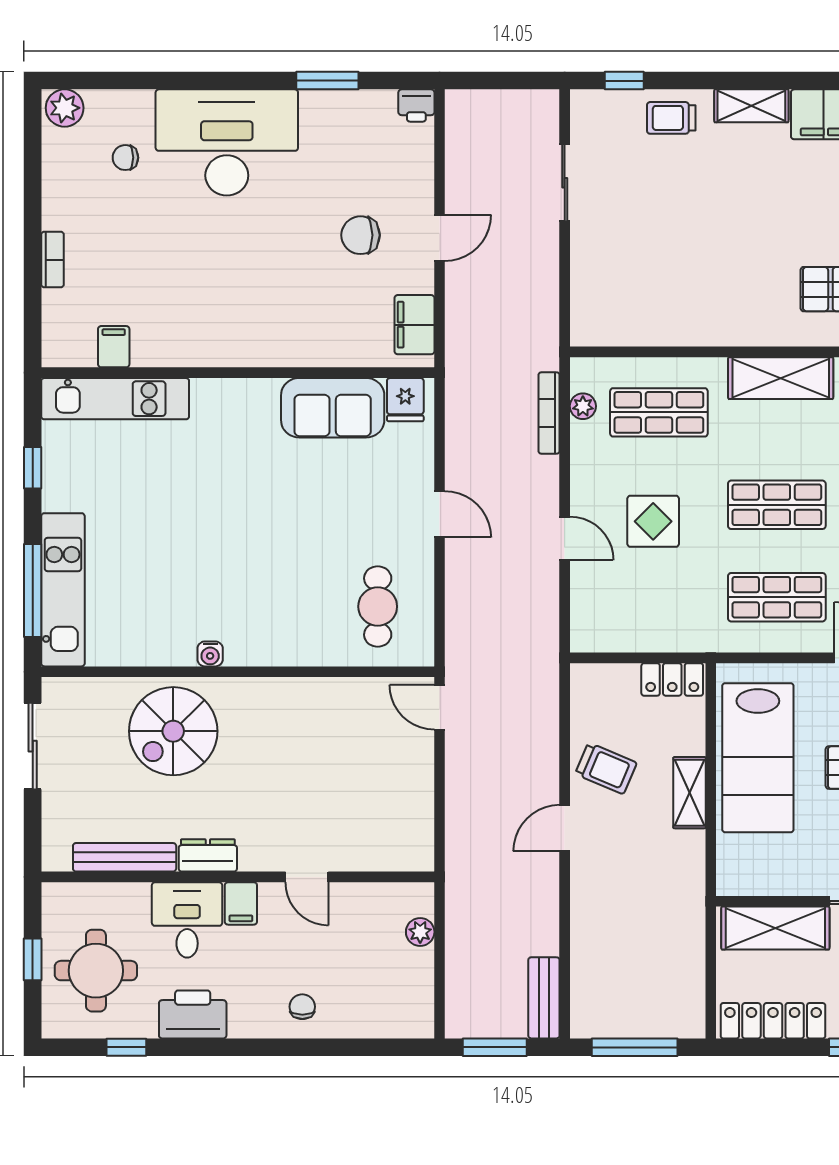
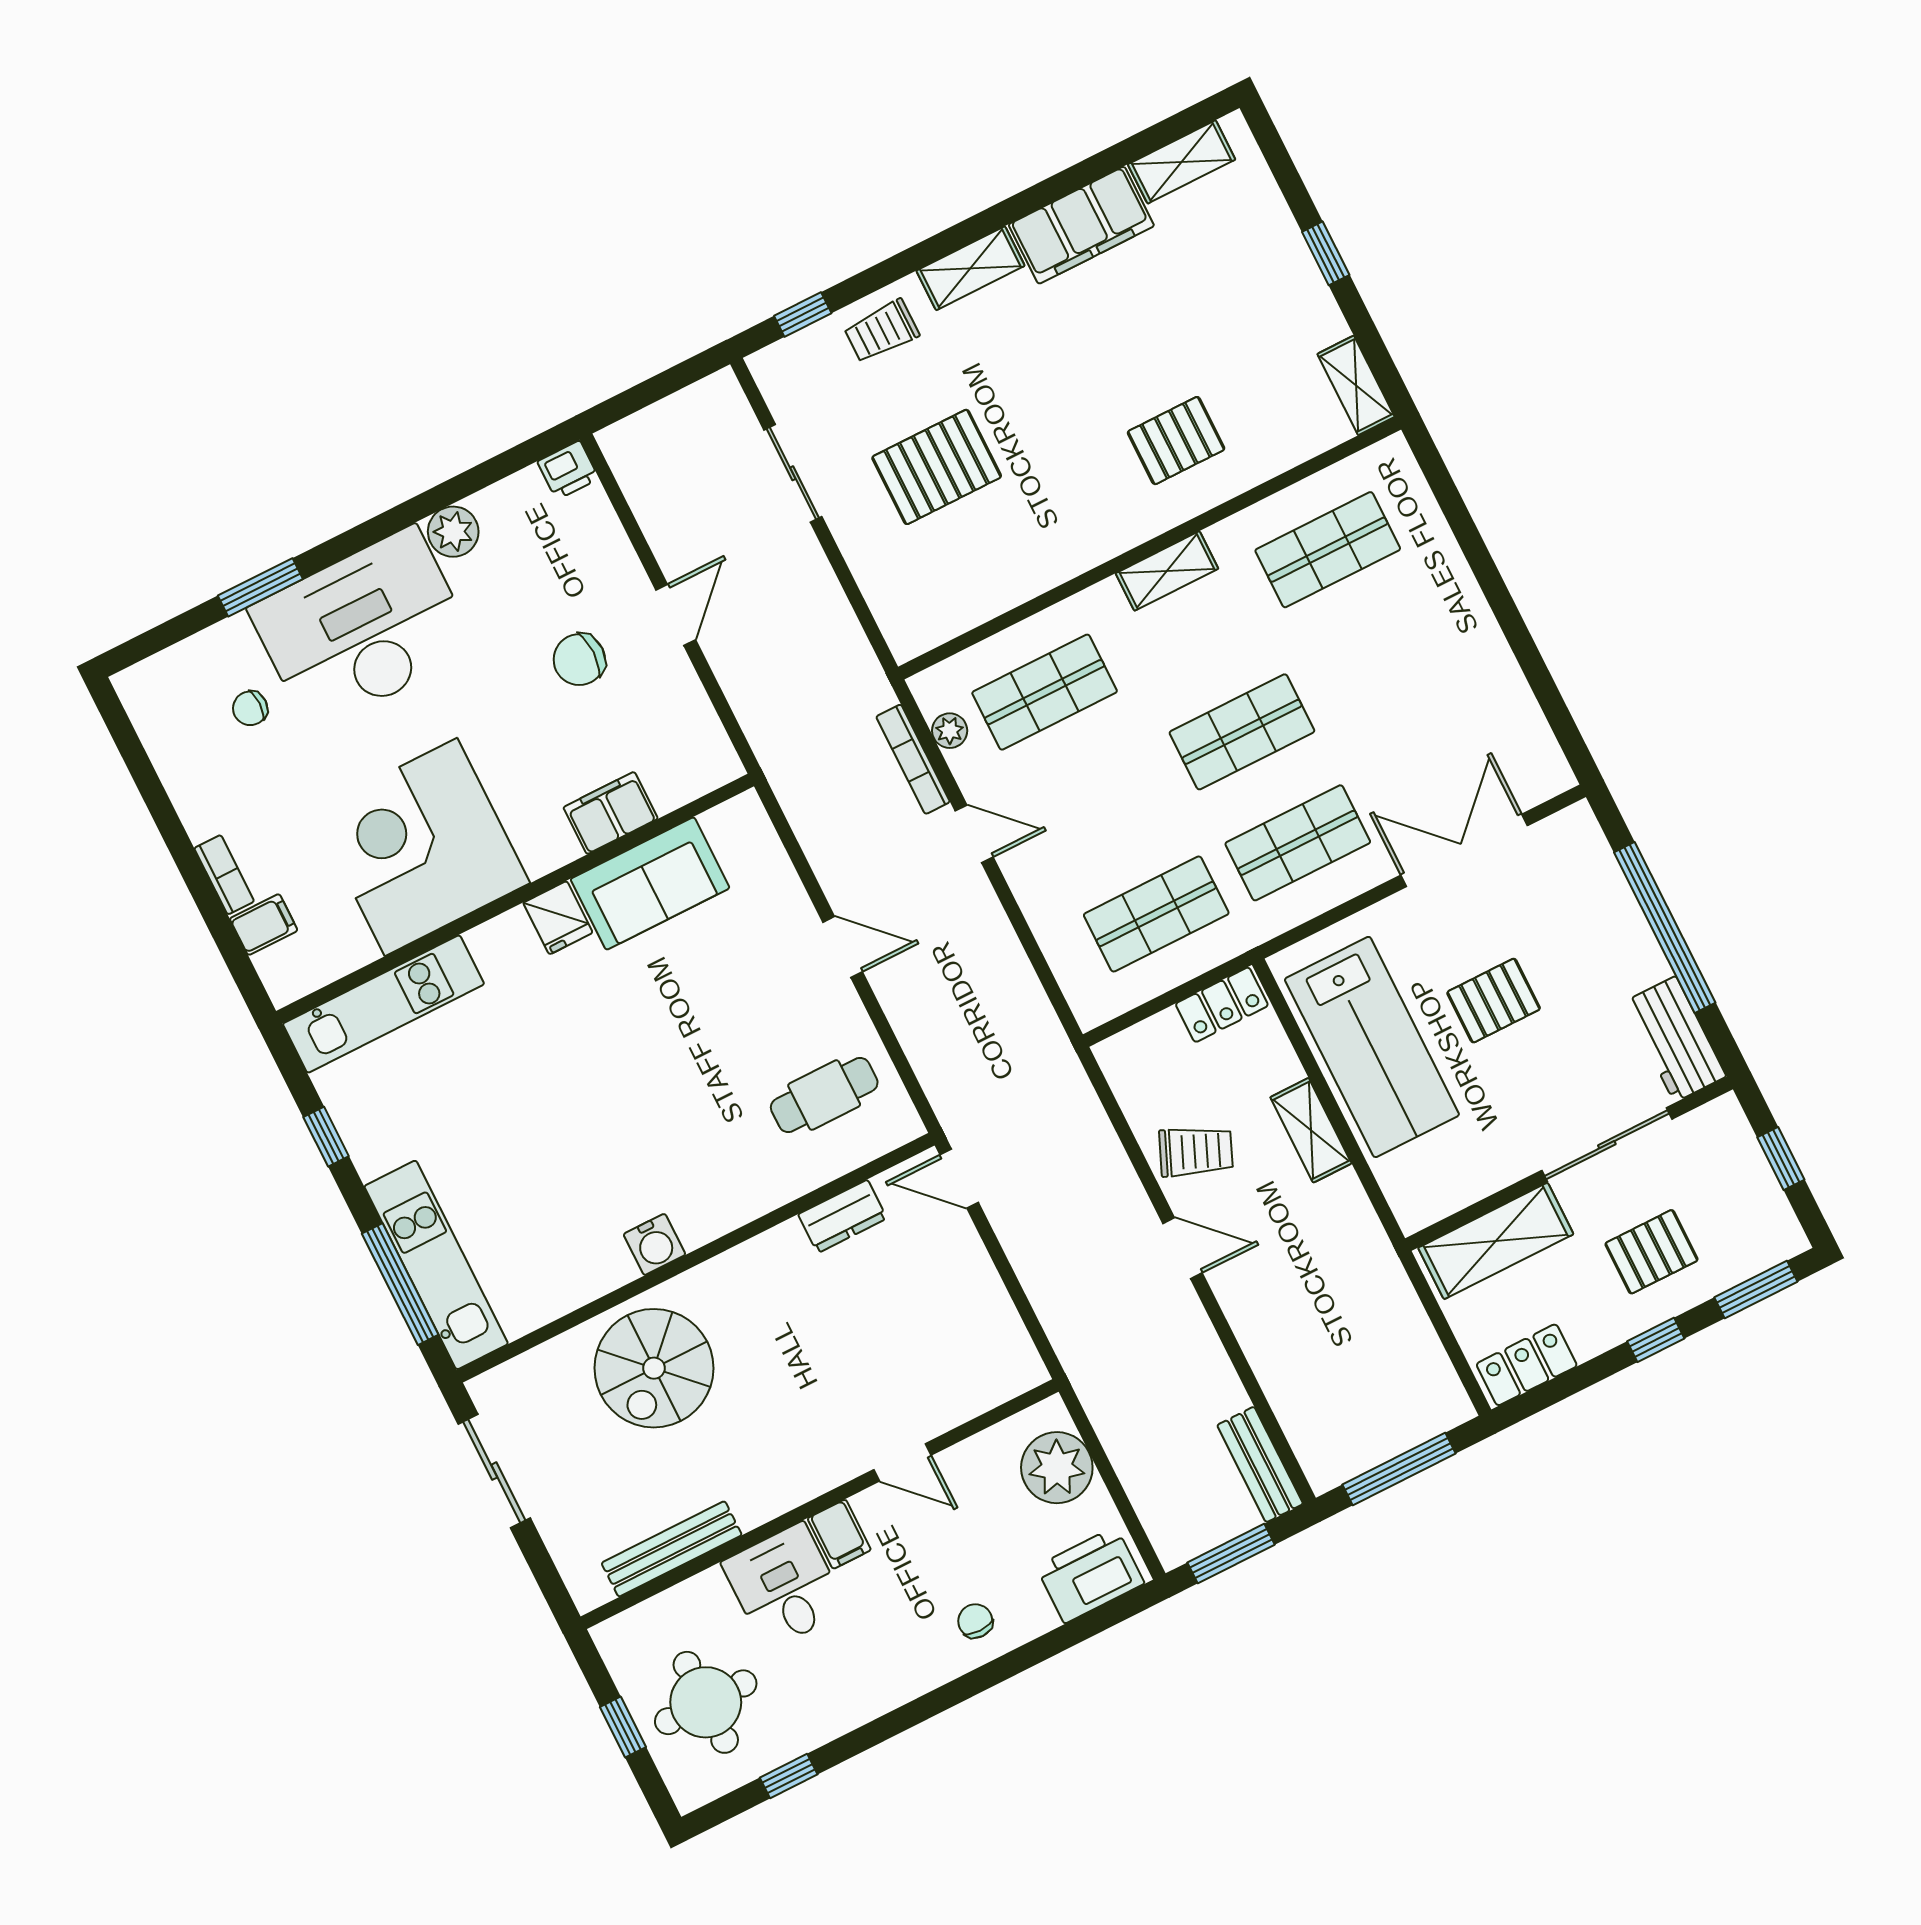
window: (327, 81) -> (260, 587), moved
plant: (65, 108) -> (453, 532), moved
pallet: (662, 227) -> (937, 467), added
corner desk: (193, 307) -> (421, 847), added
filing cabinet: (414, 325) -> (611, 813), moved, turned 90
filing cabinet: (114, 347) -> (264, 925), moved, turned 90
shelving: (781, 378) -> (1167, 571), width x0.67, depth x0.75
fridge: (405, 400) -> (558, 918), moved
display table: (653, 521) -> (1103, 826), removed
door: (565, 538) -> (974, 834), moved
shop shelf: (659, 597) -> (1156, 914), added
cafe table: (378, 607) -> (824, 1095), turned 90
water cooler: (210, 654) -> (654, 1244), width x1.38, depth x1.38
door: (565, 828) -> (1183, 1248), swing flipped
dresser: (208, 855) -> (842, 1216), moved, turned 180
plant: (420, 932) -> (1057, 1468), width x1.88, depth x1.88
printer: (193, 1014) -> (1090, 1575), moved
locker: (773, 1021) -> (1527, 1365), width x0.66

